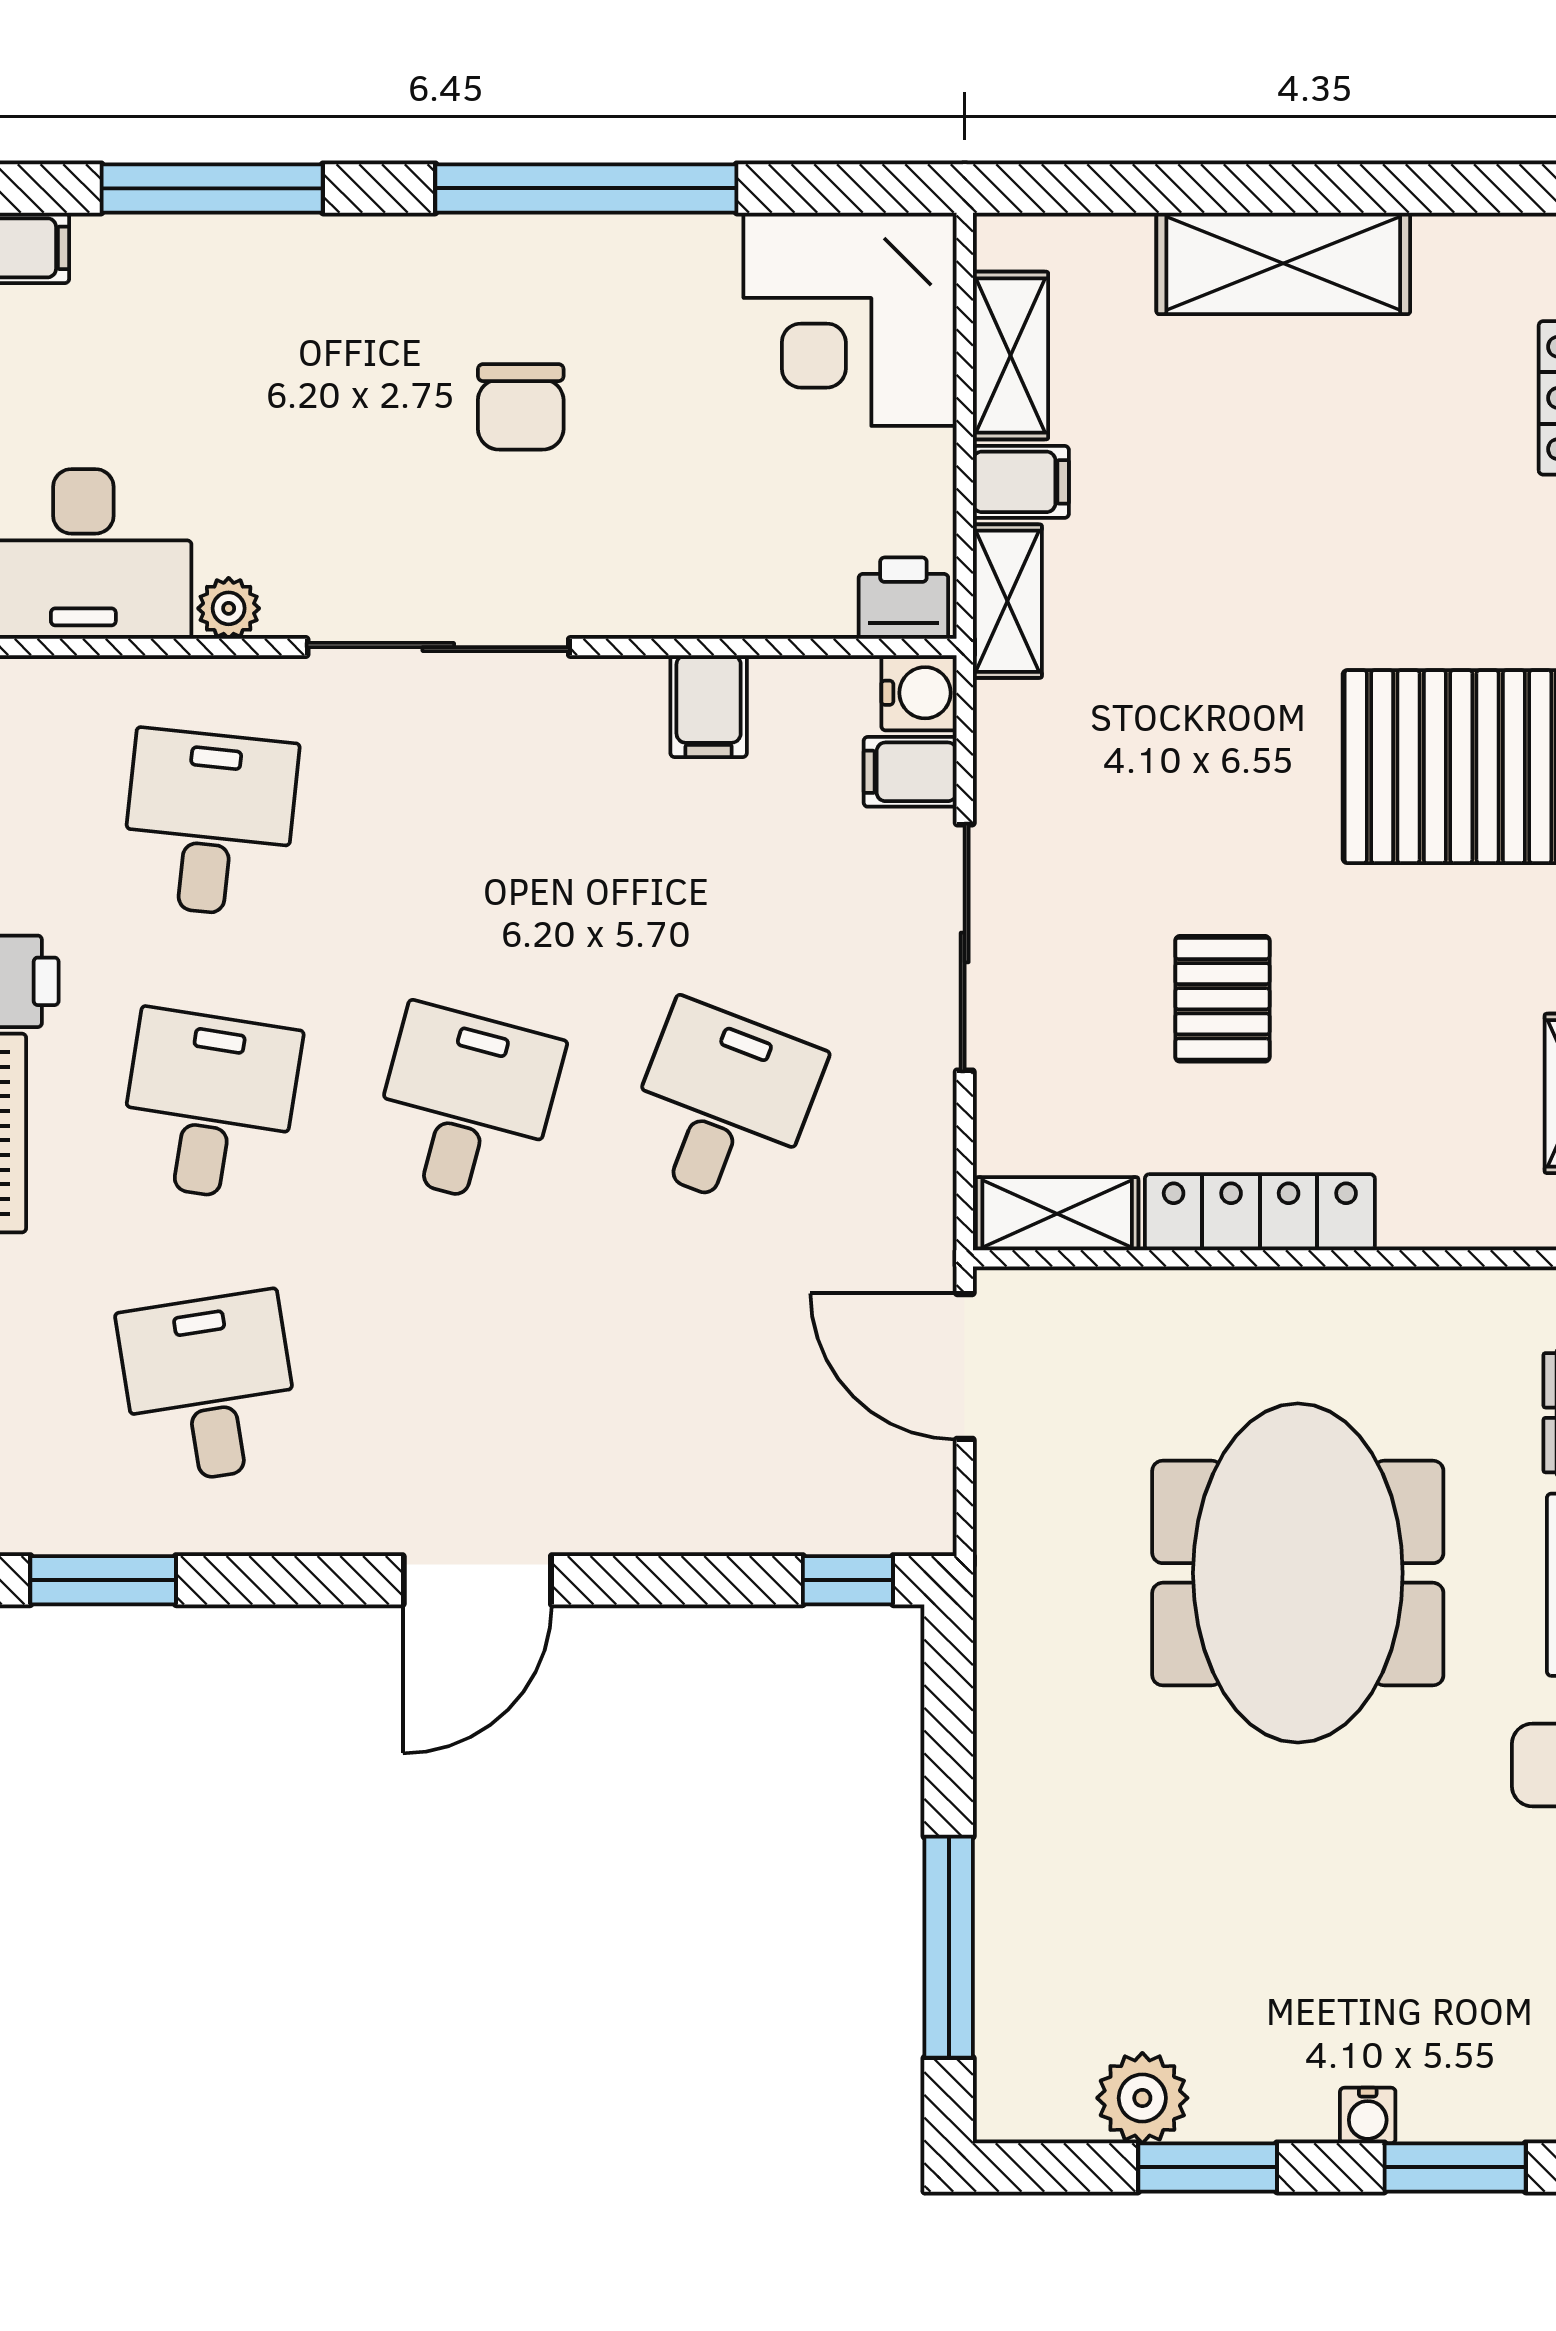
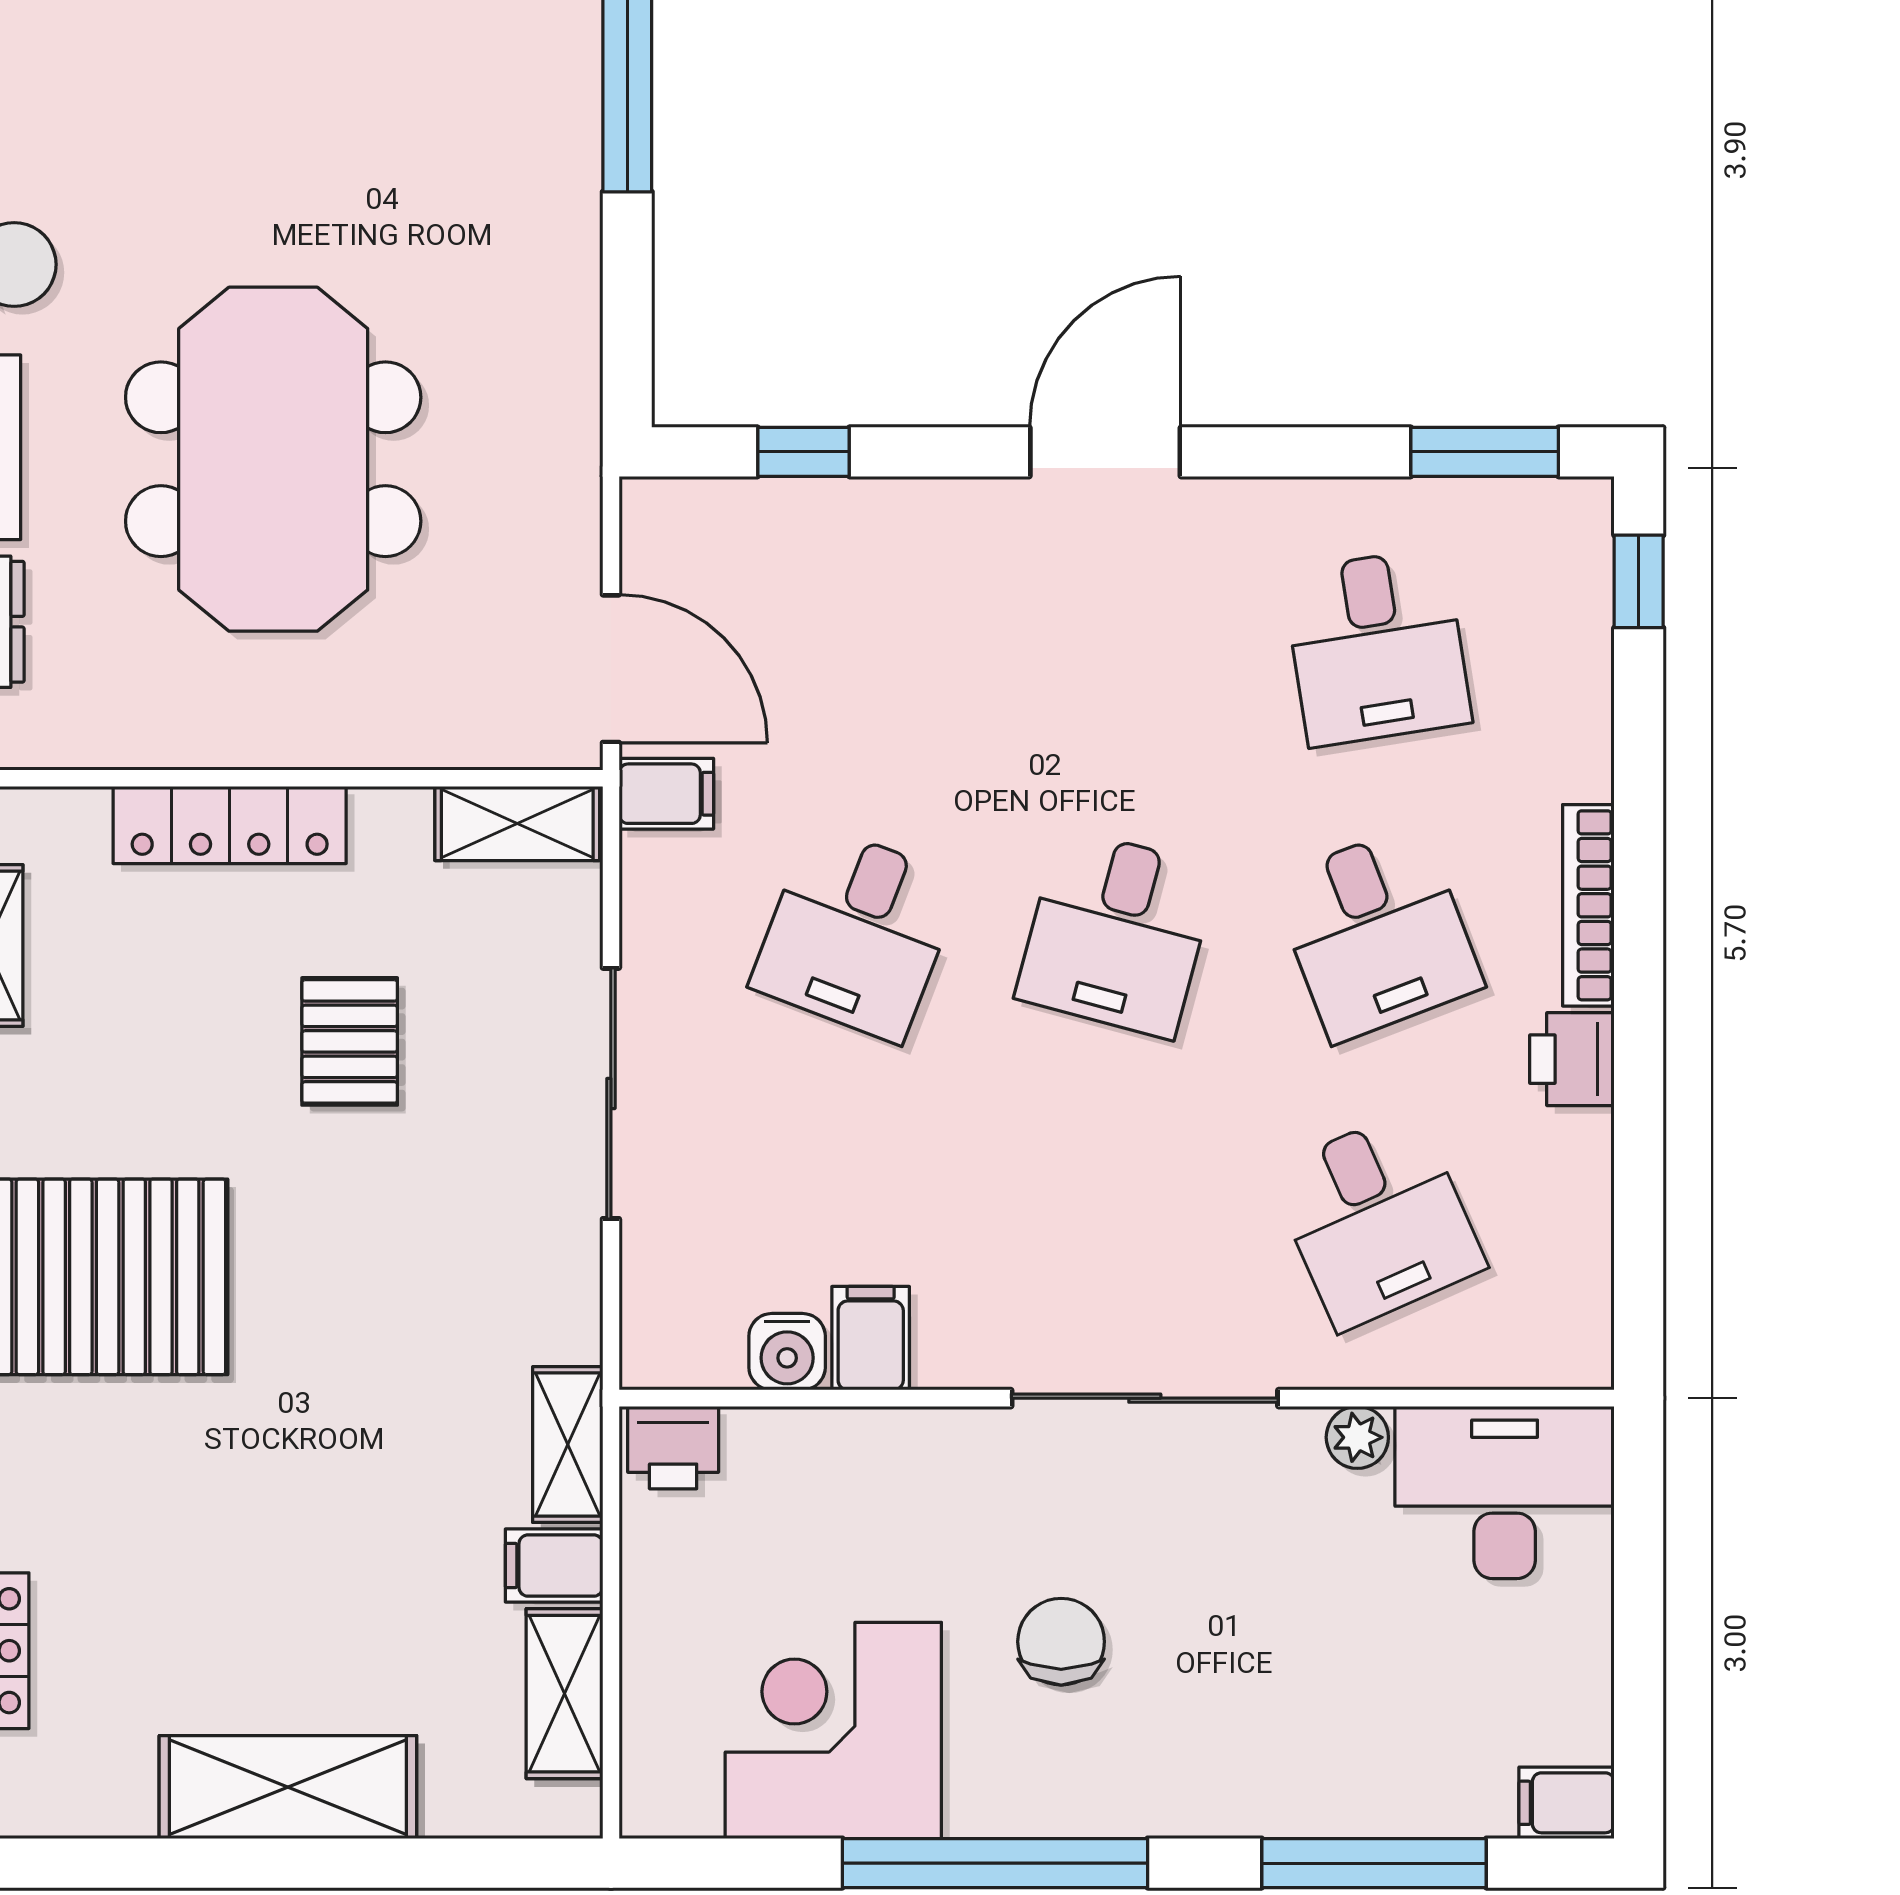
corner desk: (850, 319) -> (833, 1730), moved, turned -90
water cooler: (919, 693) -> (787, 1352), moved, turned -90
filing cabinet: (910, 772) -> (666, 794), moved
desk: (209, 823) -> (1377, 1219), turned -30
desk: (209, 1106) -> (1377, 933), turned -30
locker: (1260, 1212) -> (230, 825), moved
window: (848, 1580) -> (804, 452), moved

